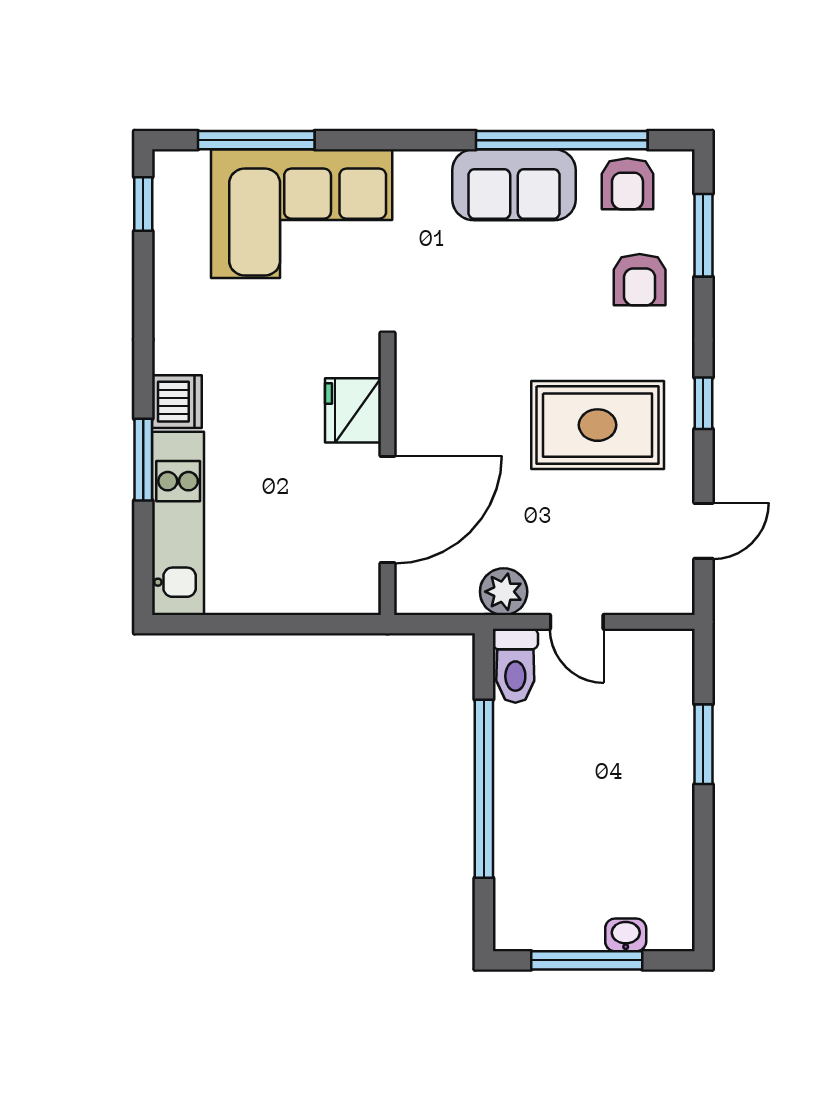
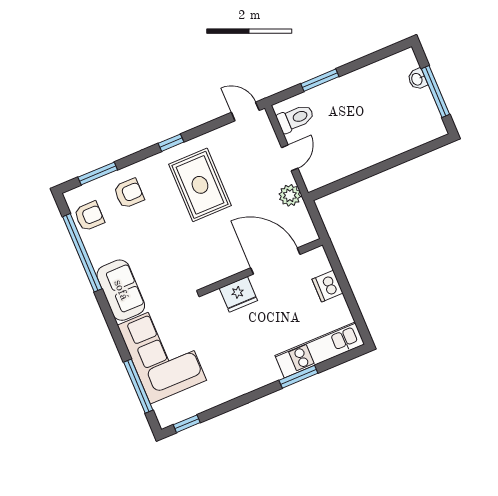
sofa: (514, 185) -> (121, 290), moved
dishwasher: (177, 402) -> (327, 286), moved, turned -90
door: (703, 531) -> (245, 111), moved
toilet: (515, 666) -> (296, 118), moved
window: (484, 789) -> (379, 168), removed

